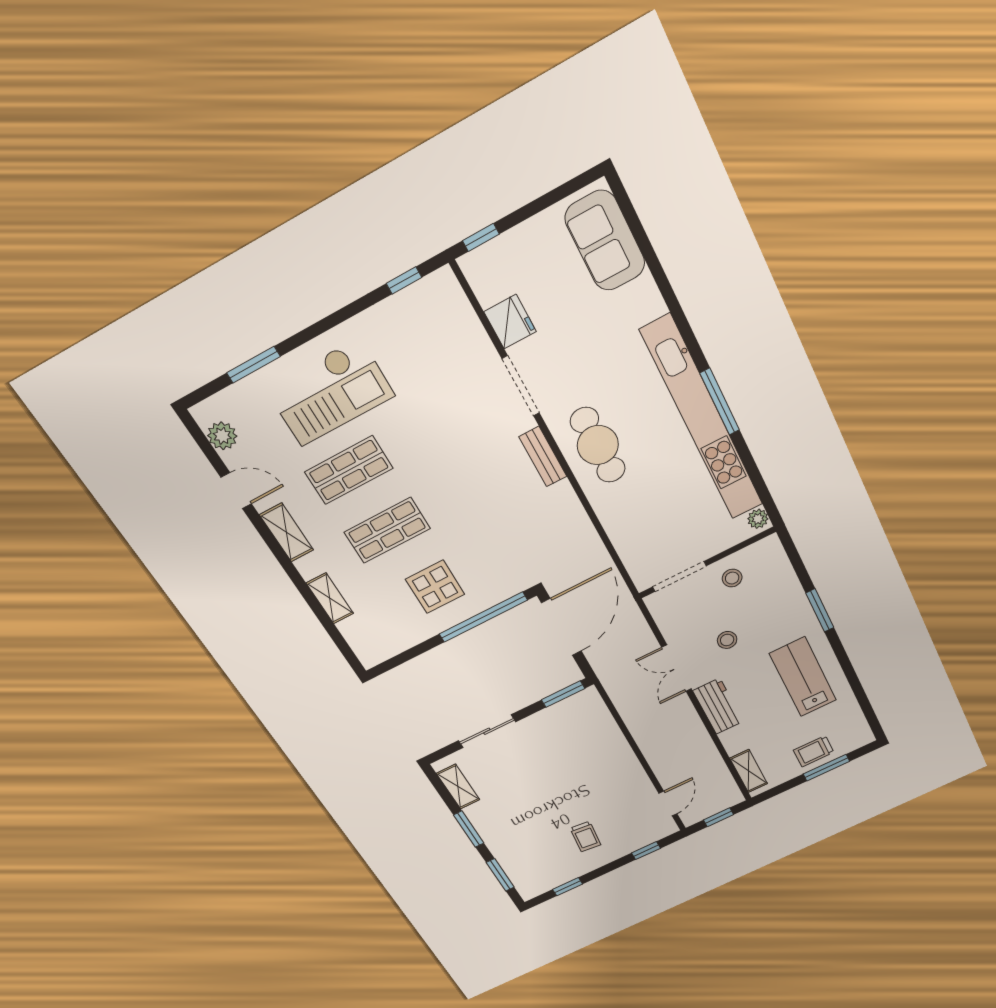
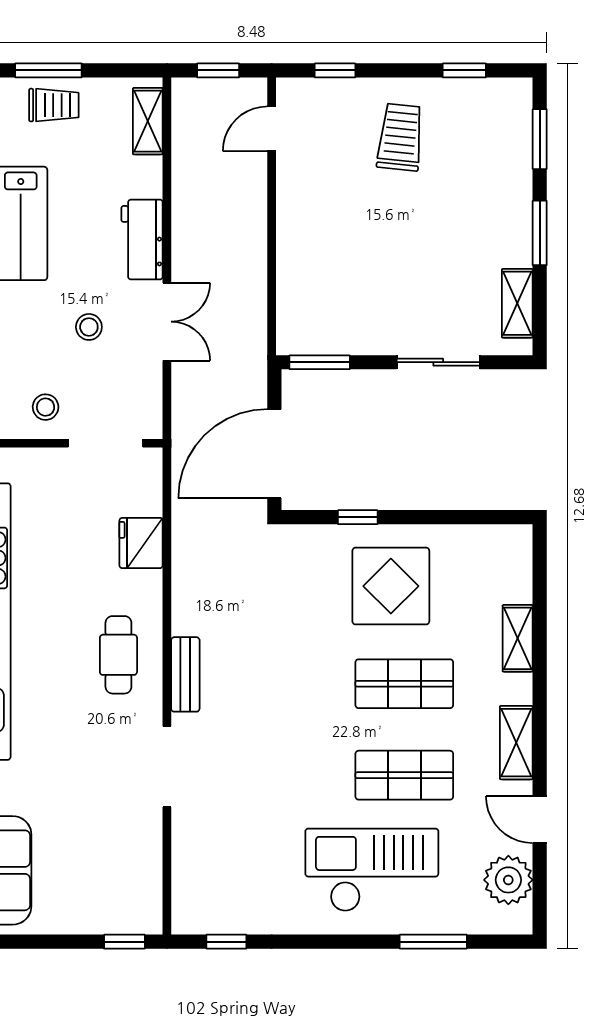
fridge: (510, 322) -> (141, 543), moved
plant: (222, 436) -> (508, 880), width x1.36, depth x1.36
cafe table: (598, 445) -> (118, 655), width x0.73, depth x0.74
display table: (435, 587) -> (391, 586), width x1.36, depth x1.36
window: (483, 617) -> (358, 517), width x0.32
trolley: (585, 836) -> (400, 137), width x1.36, depth x1.39

